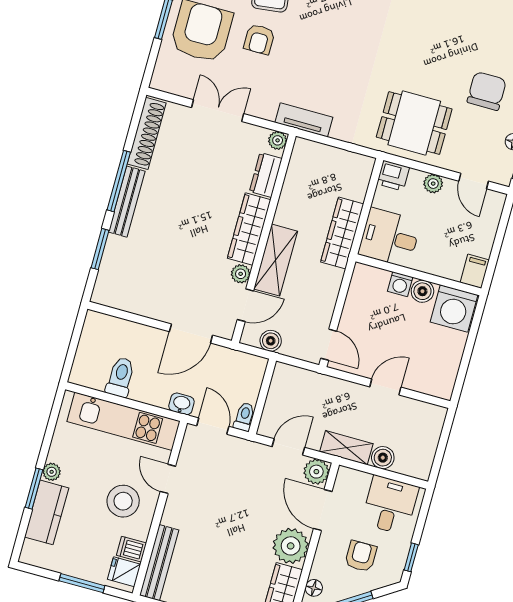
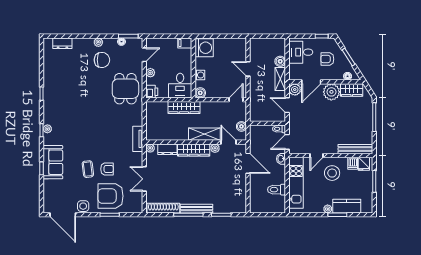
chair: (487, 91) -> (102, 60), turned 180
boiler: (422, 291) -> (200, 93), moved

